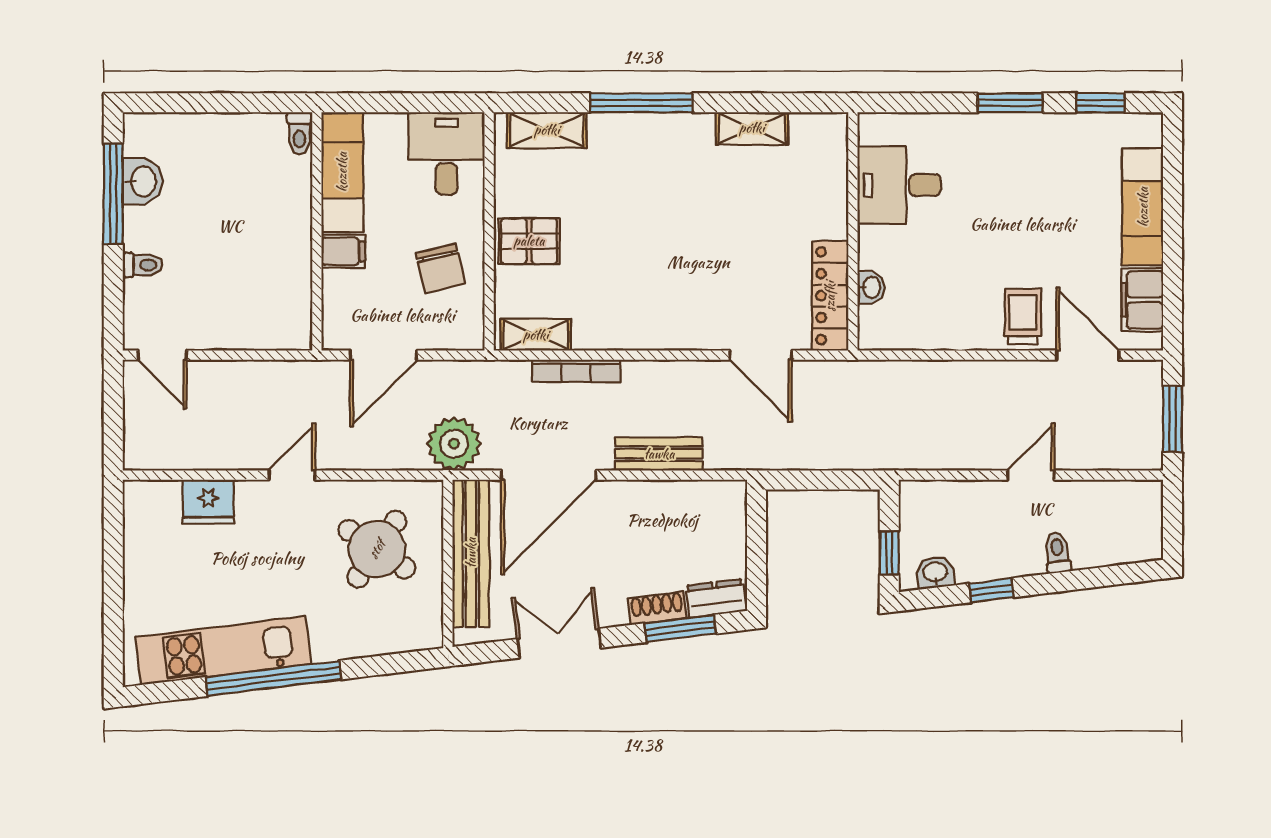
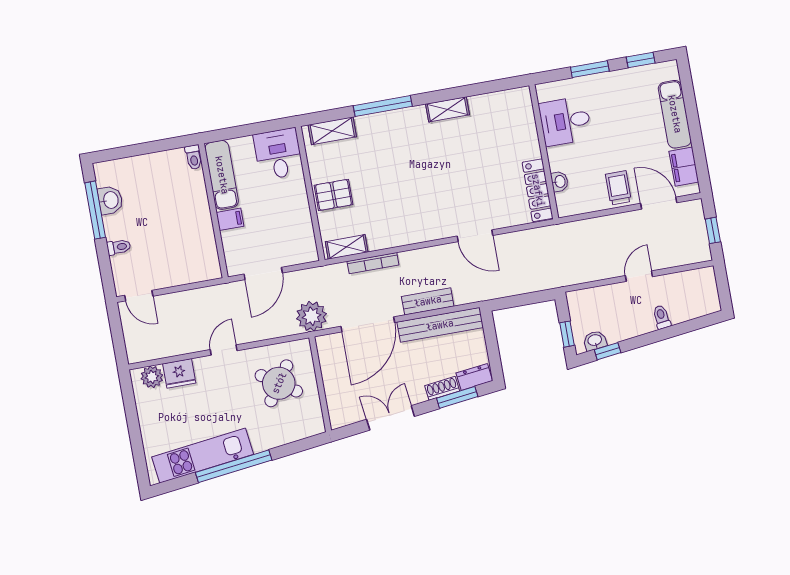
desk: (899, 185) -> (565, 121), moved
wall: (853, 231) -> (544, 152), moved
chair: (440, 268) -> (286, 219), removed
washbasin: (871, 287) -> (560, 182), moved
locker: (830, 296) -> (538, 190), moved
window: (1173, 419) -> (713, 230), width x0.67
plant: (160, 499) -> (152, 377), added
bench: (471, 553) -> (440, 325), moved, turned 90
window: (991, 590) -> (608, 351), moved

